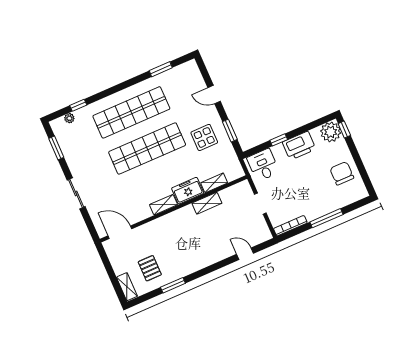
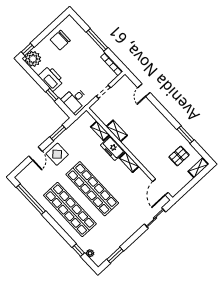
window: (161, 69) -> (31, 199), width x2.11
display table: (204, 137) -> (57, 154), moved
sliding door: (76, 193) -> (155, 218), moved

